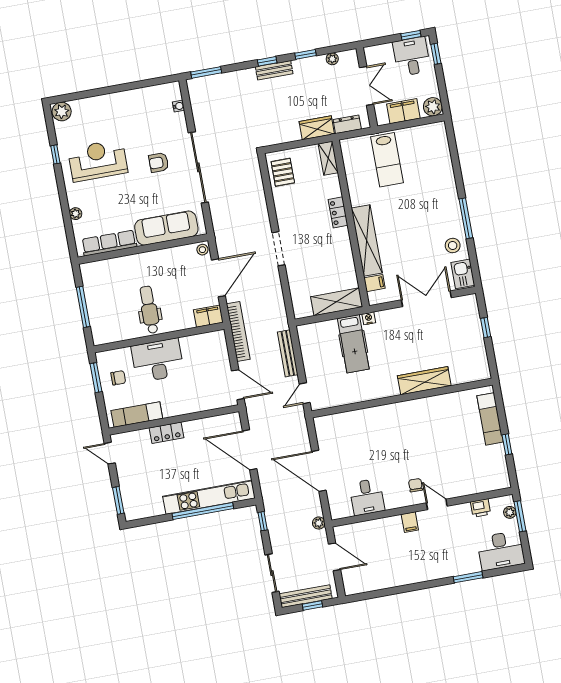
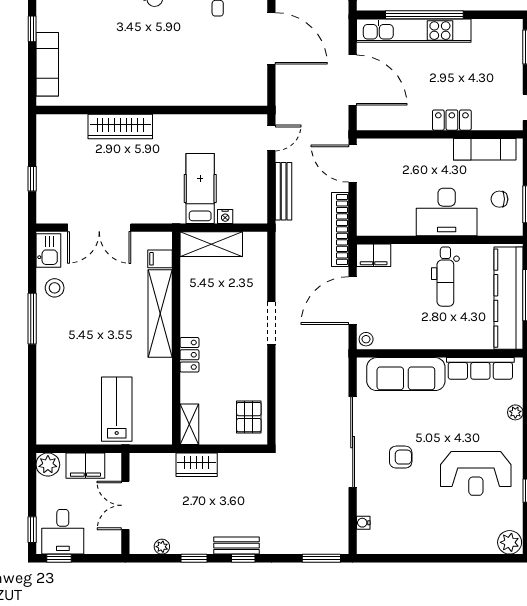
dresser: (347, 124) -> (158, 462), removed
kitchen counter: (97, 302) -> (509, 298), added
nightstand: (369, 318) -> (225, 216), moved

